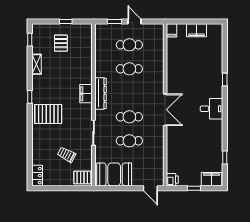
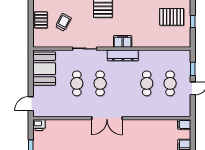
pallet: (61, 43) -> (172, 17), width x1.50, depth x1.42
pallet: (82, 178) -> (41, 20), moved

